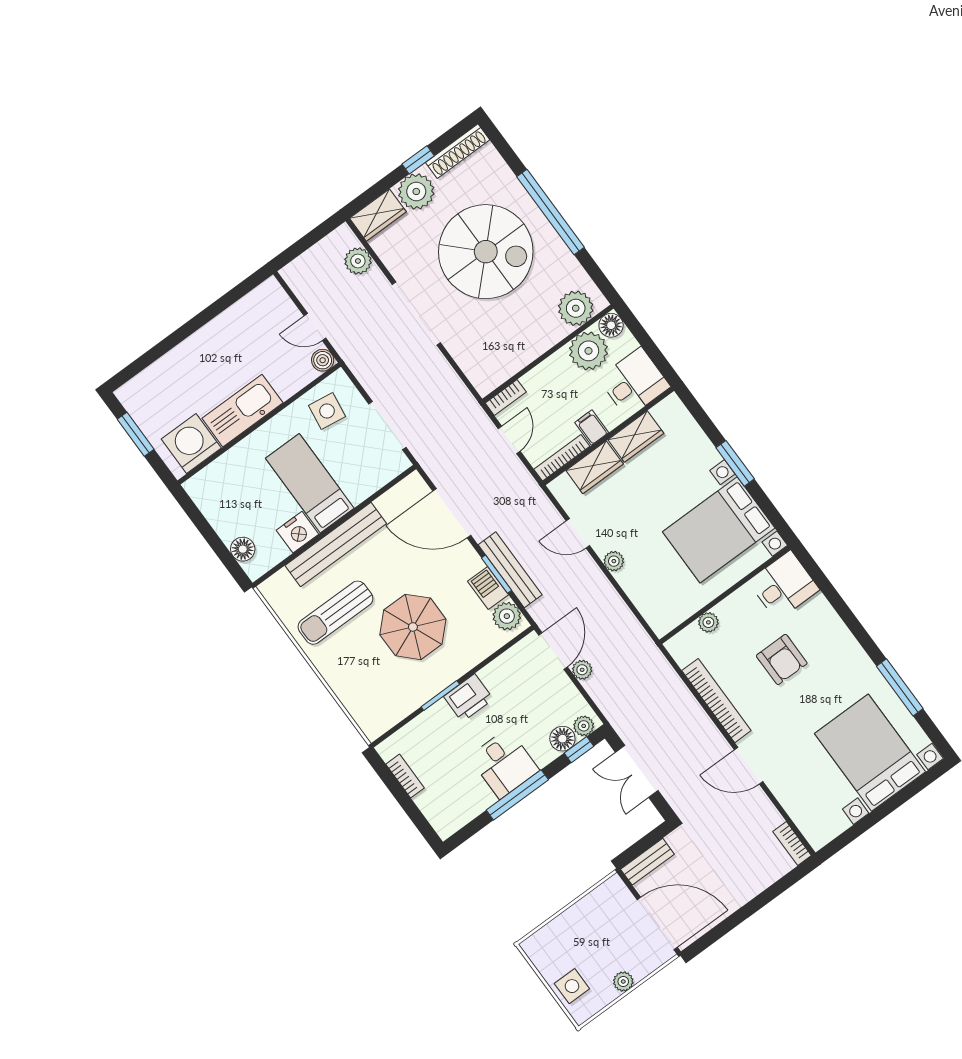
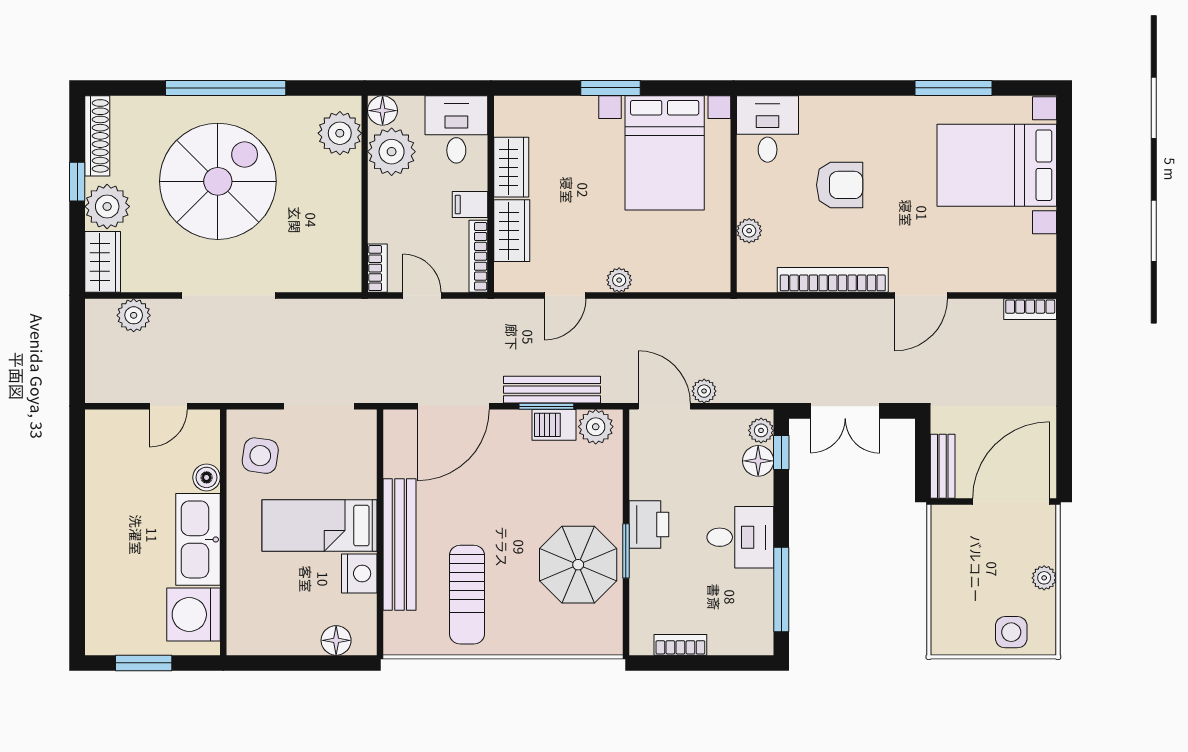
boiler: (323, 360) -> (207, 477), moved
parasol: (413, 627) -> (578, 565), moved
window: (517, 795) -> (781, 590), moved

